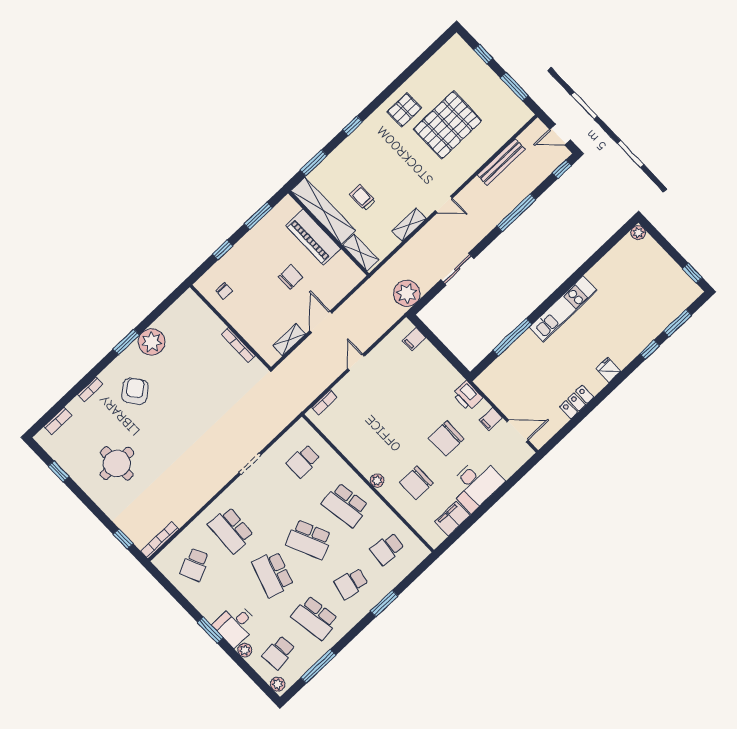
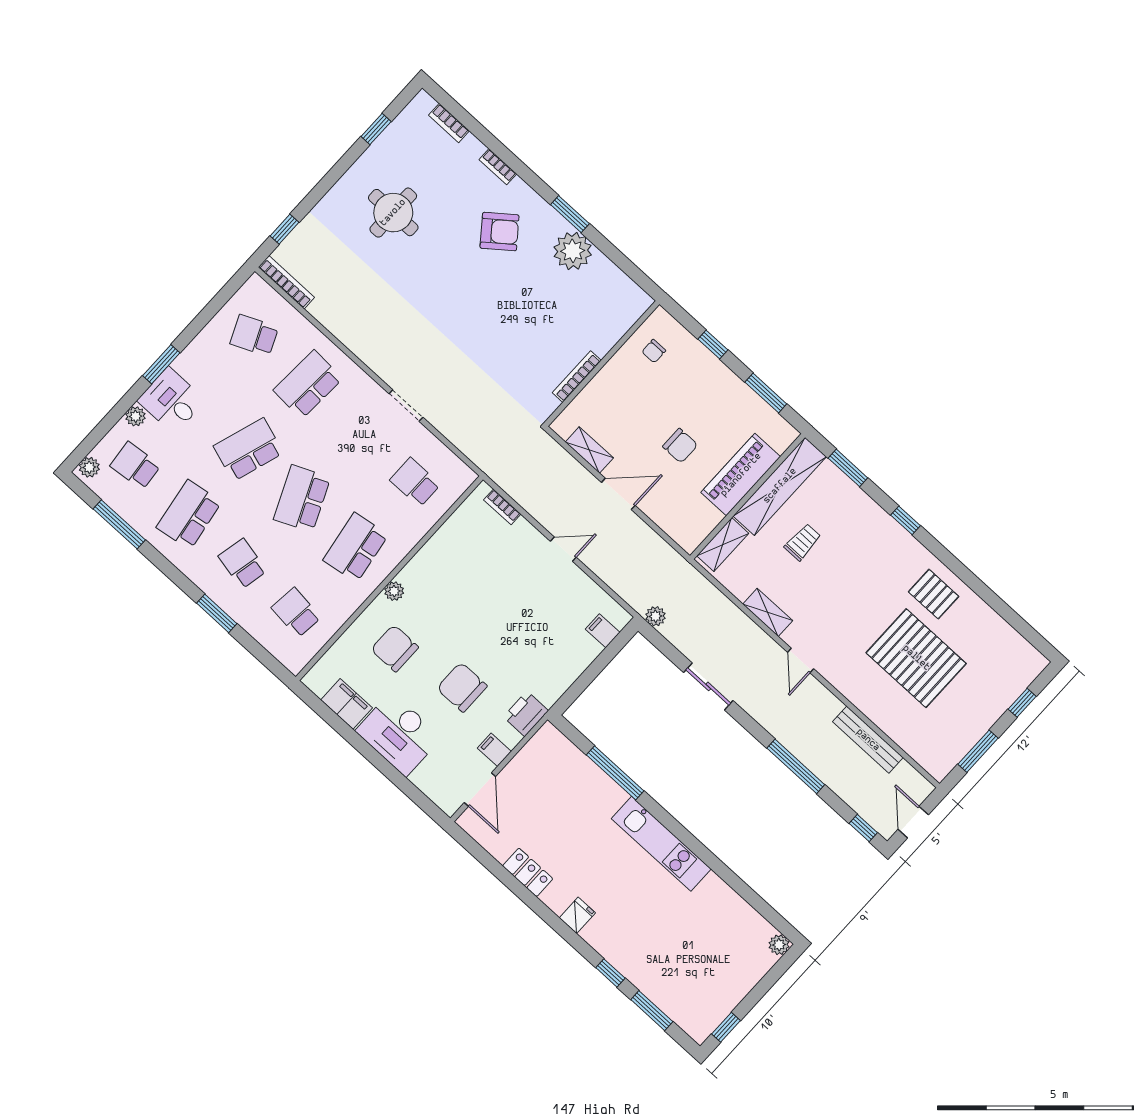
plant: (407, 293) -> (656, 616), width x0.53, depth x0.53

